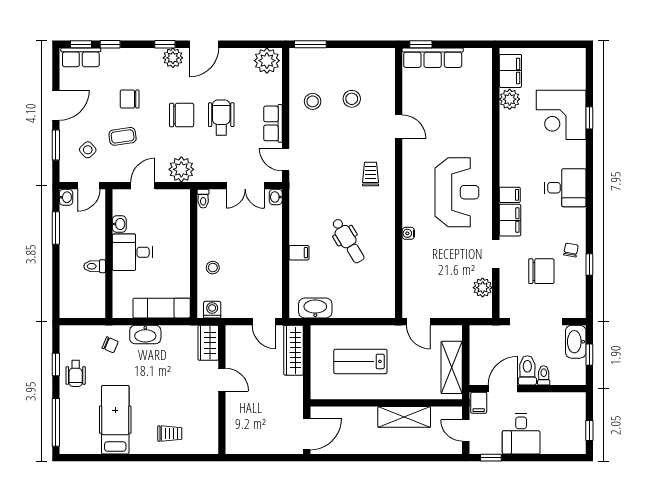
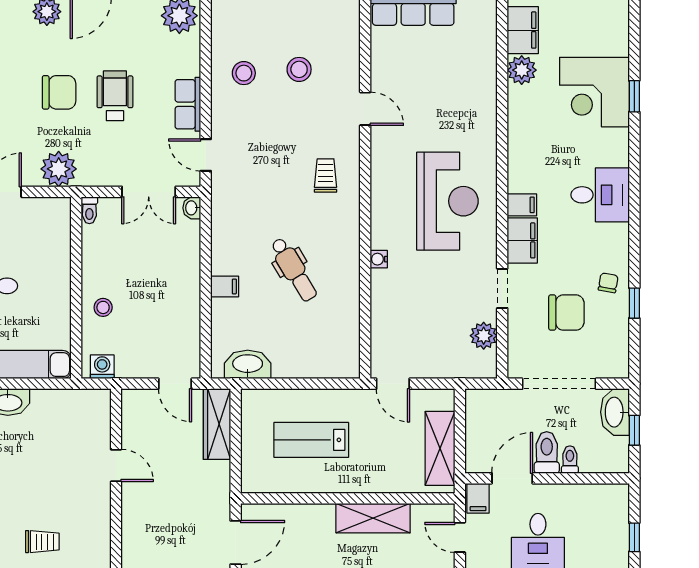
wardrobe: (208, 343) -> (97, 413), removed

